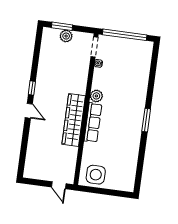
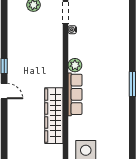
wardrobe: (74, 120) -> (54, 116), moved

